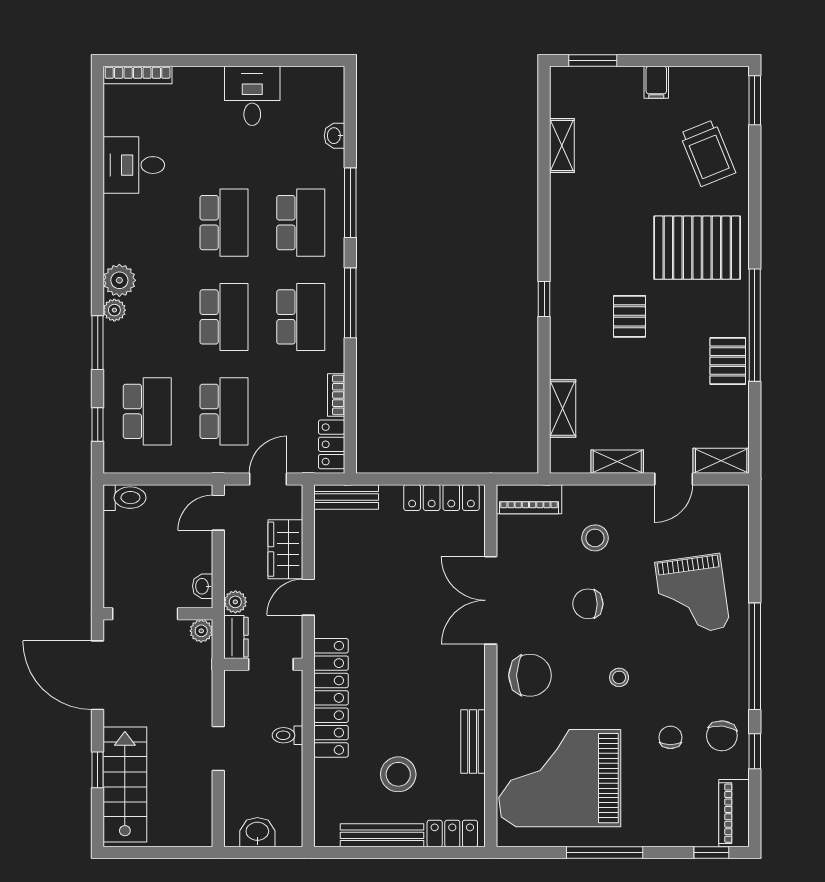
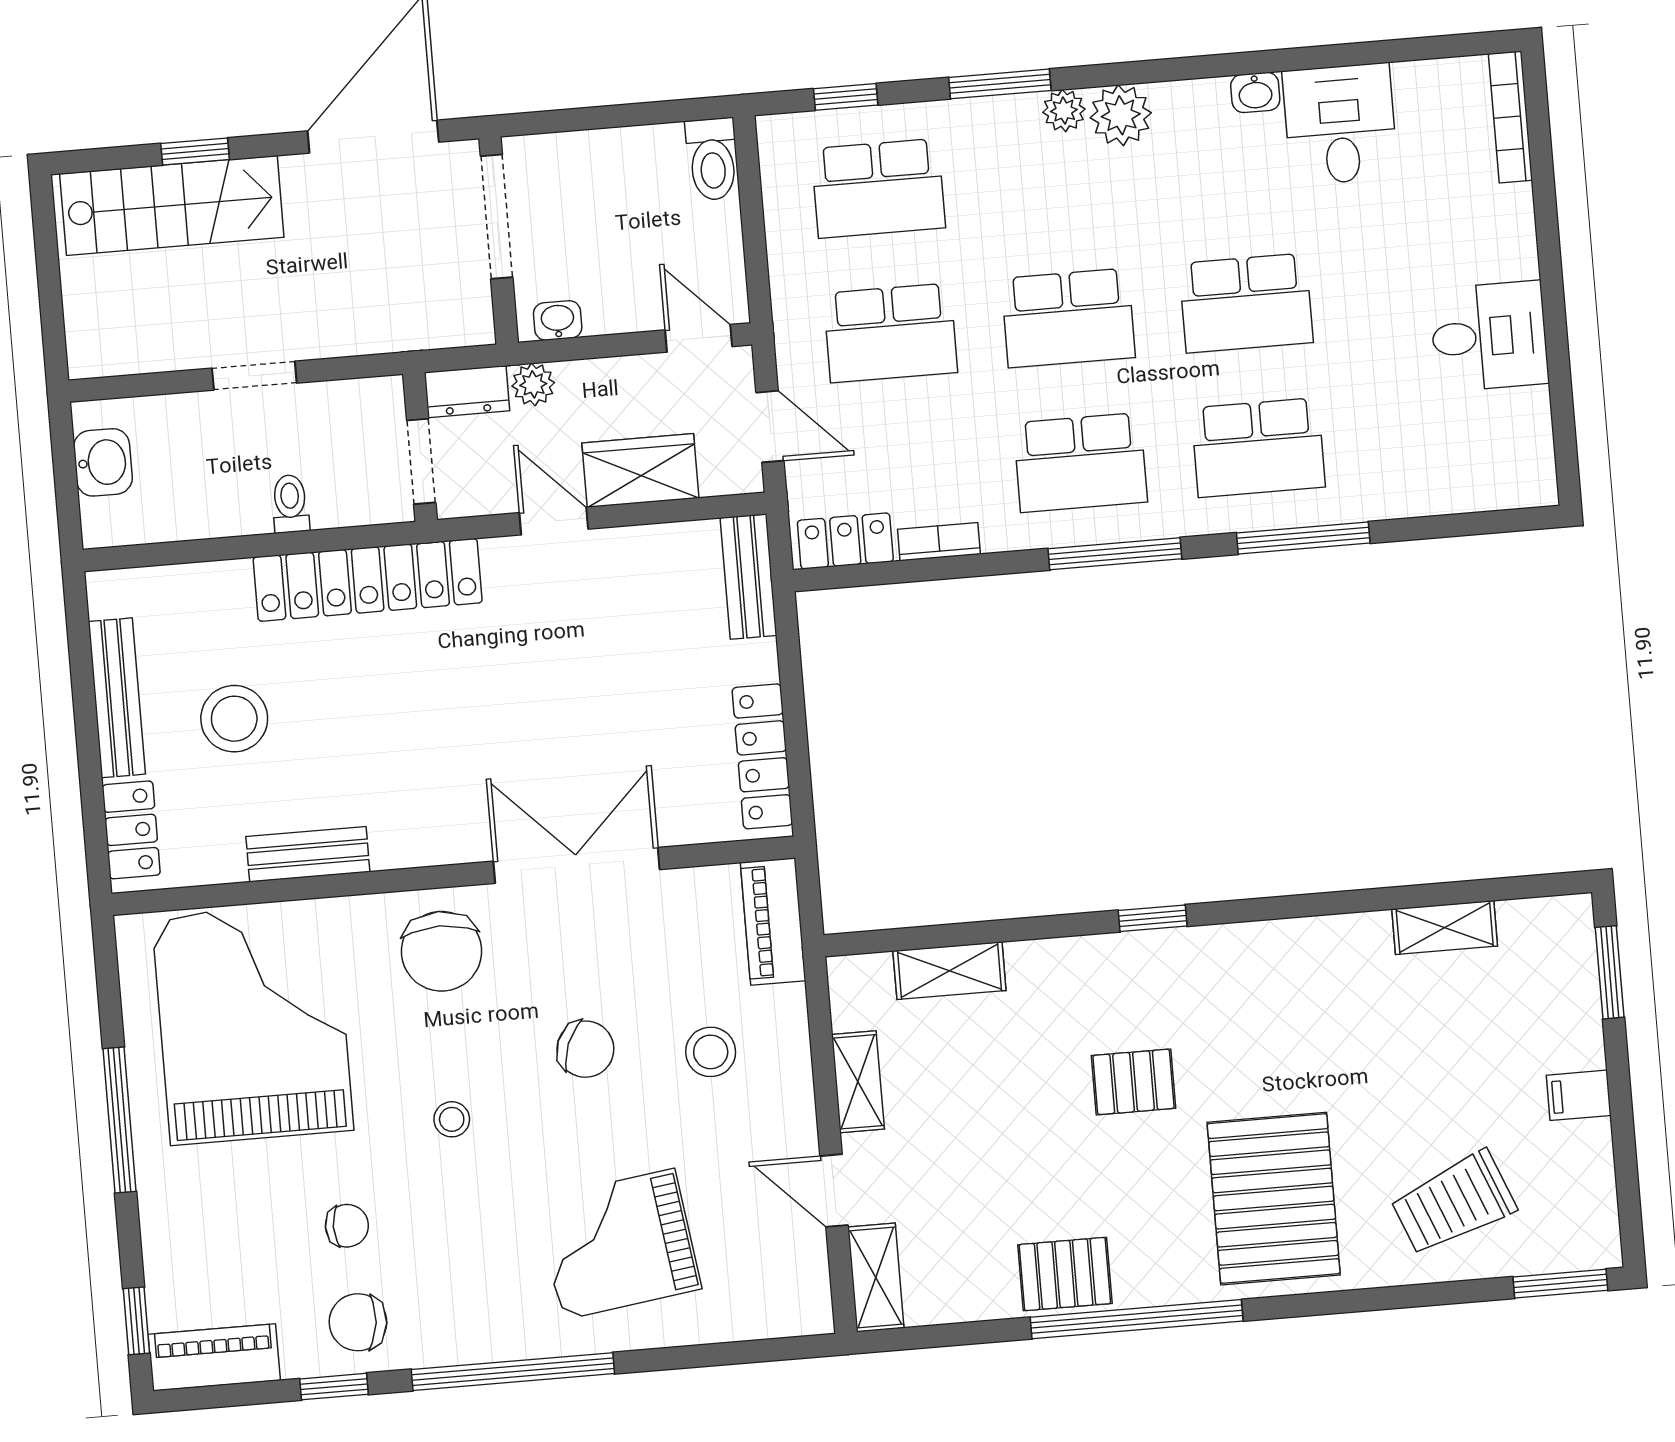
washbasin: (334, 136) -> (1255, 92), moved, turned 180
chair: (588, 604) -> (585, 1049), turned 112
plant: (201, 631) -> (473, 325), removed

